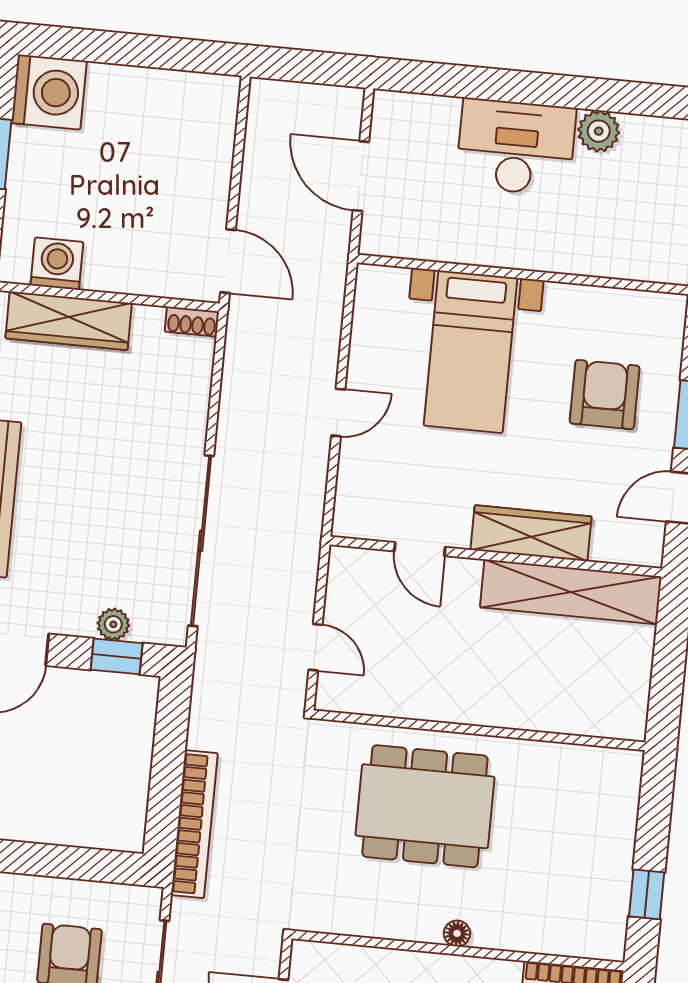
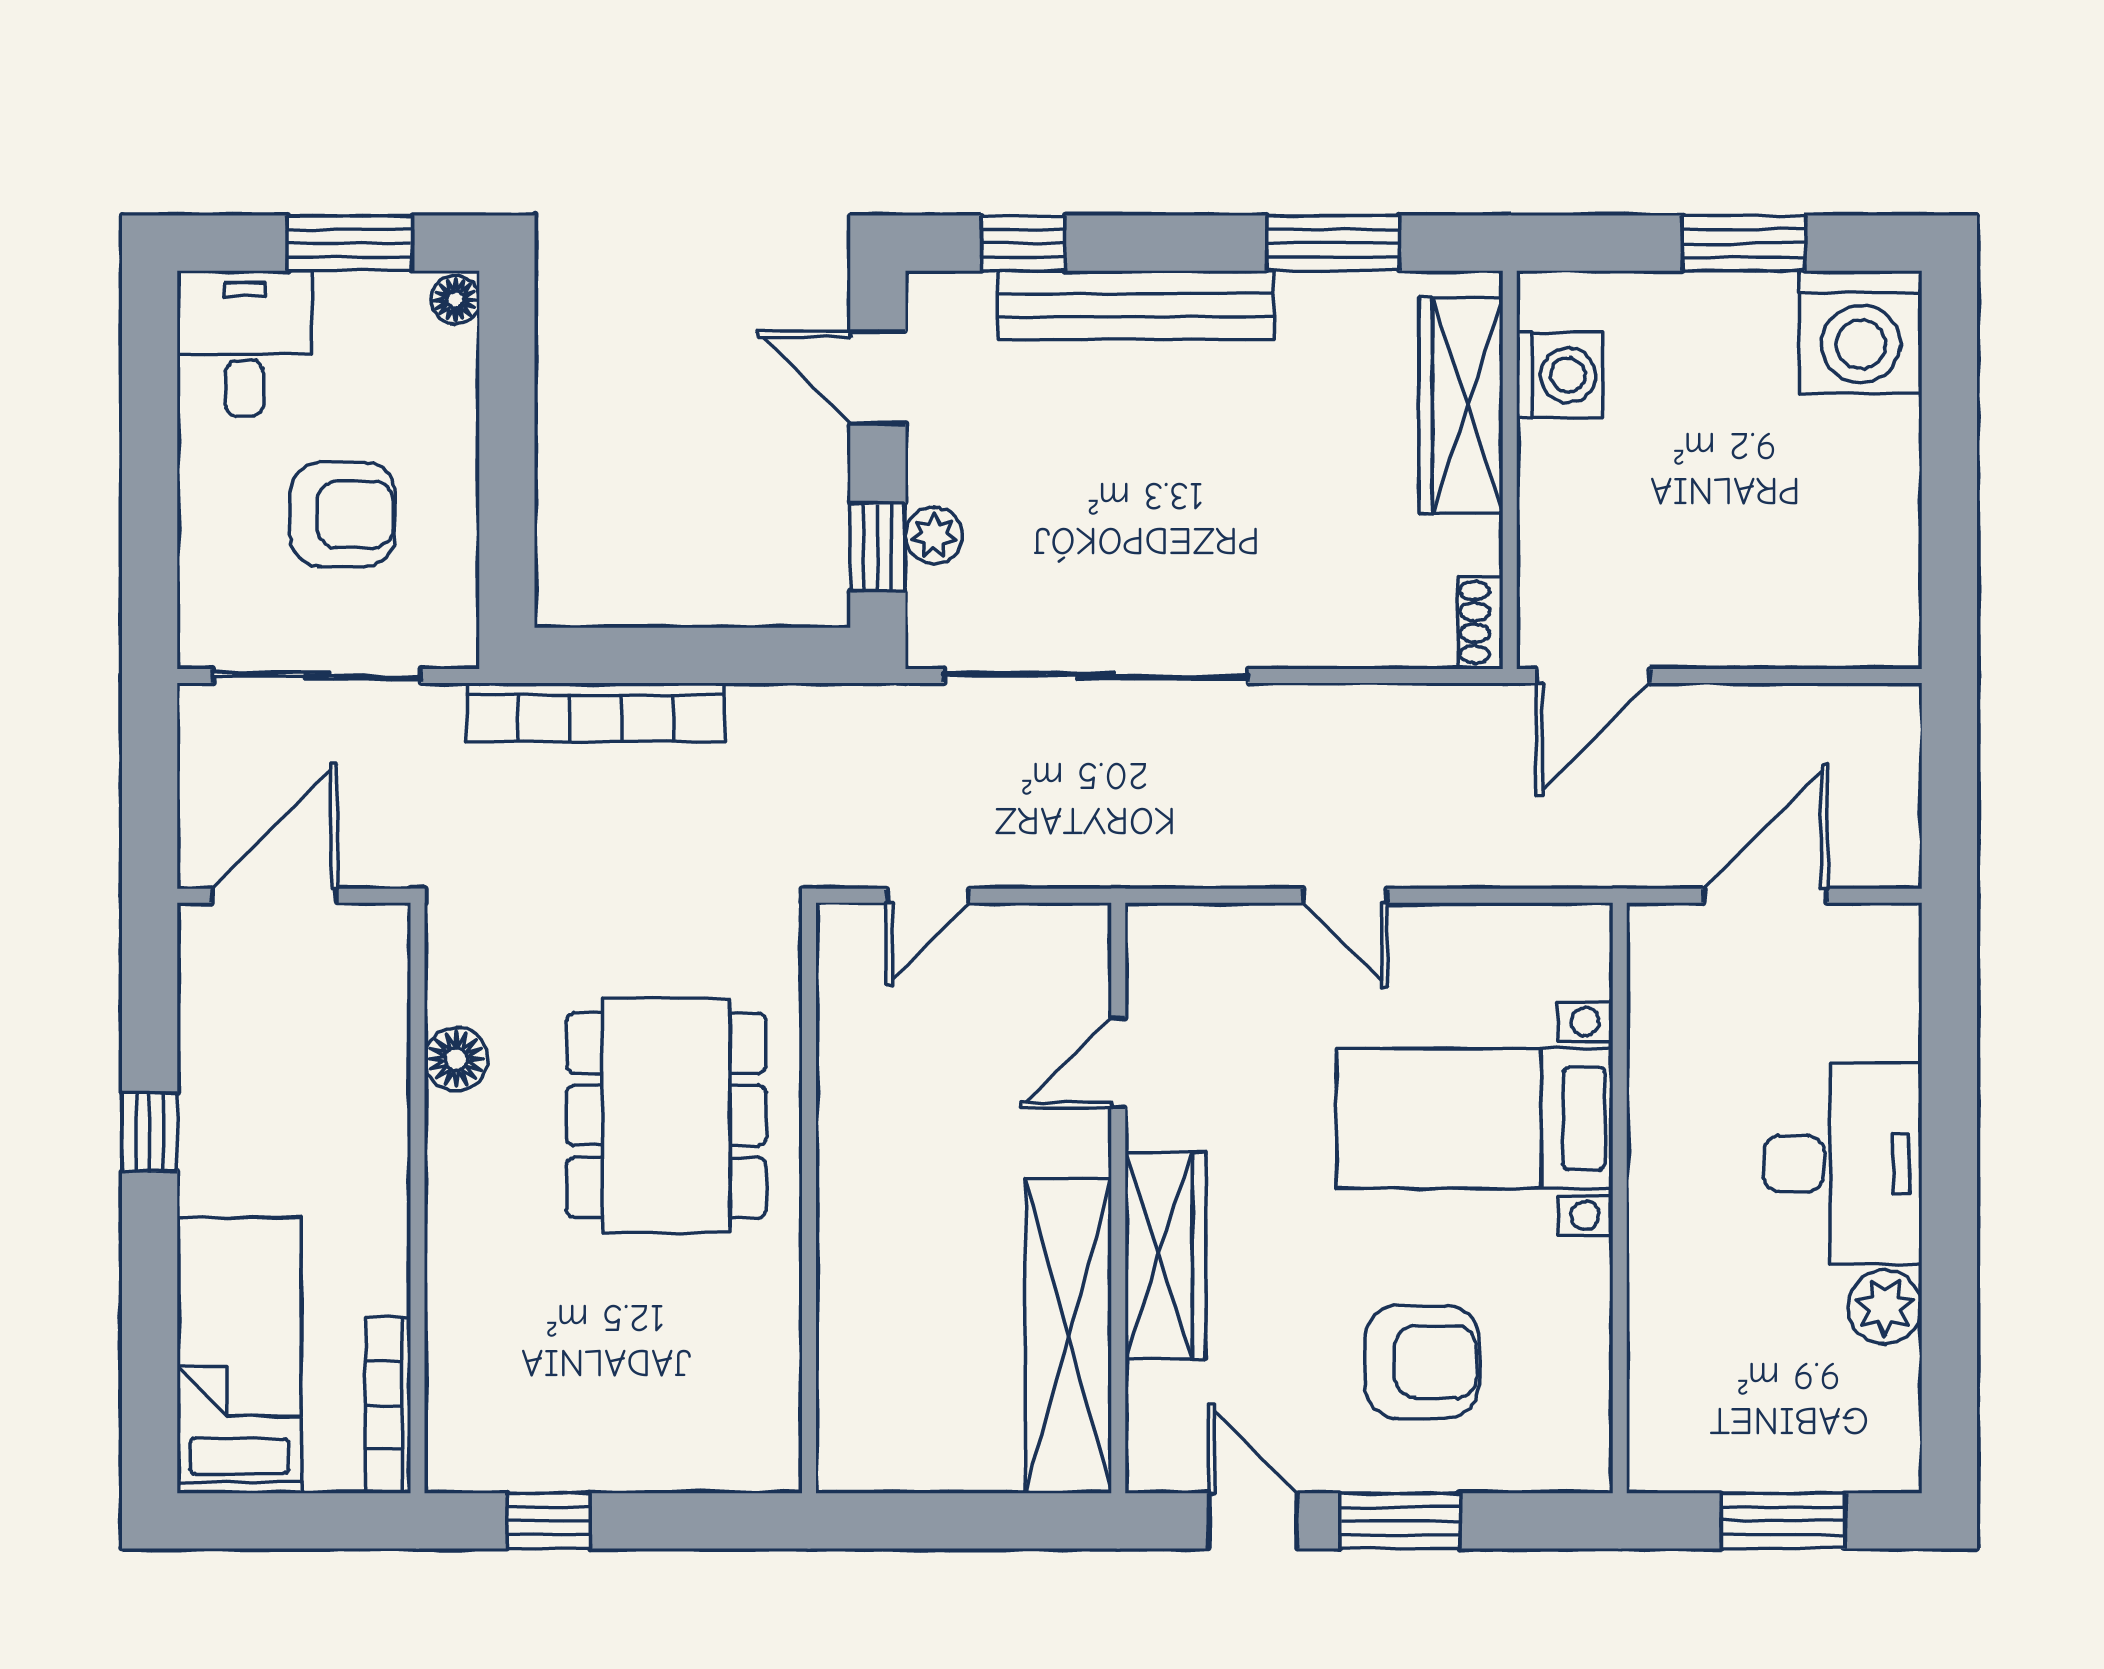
floor lamp: (457, 933) -> (456, 1059), moved, width x1.37, depth x1.37

